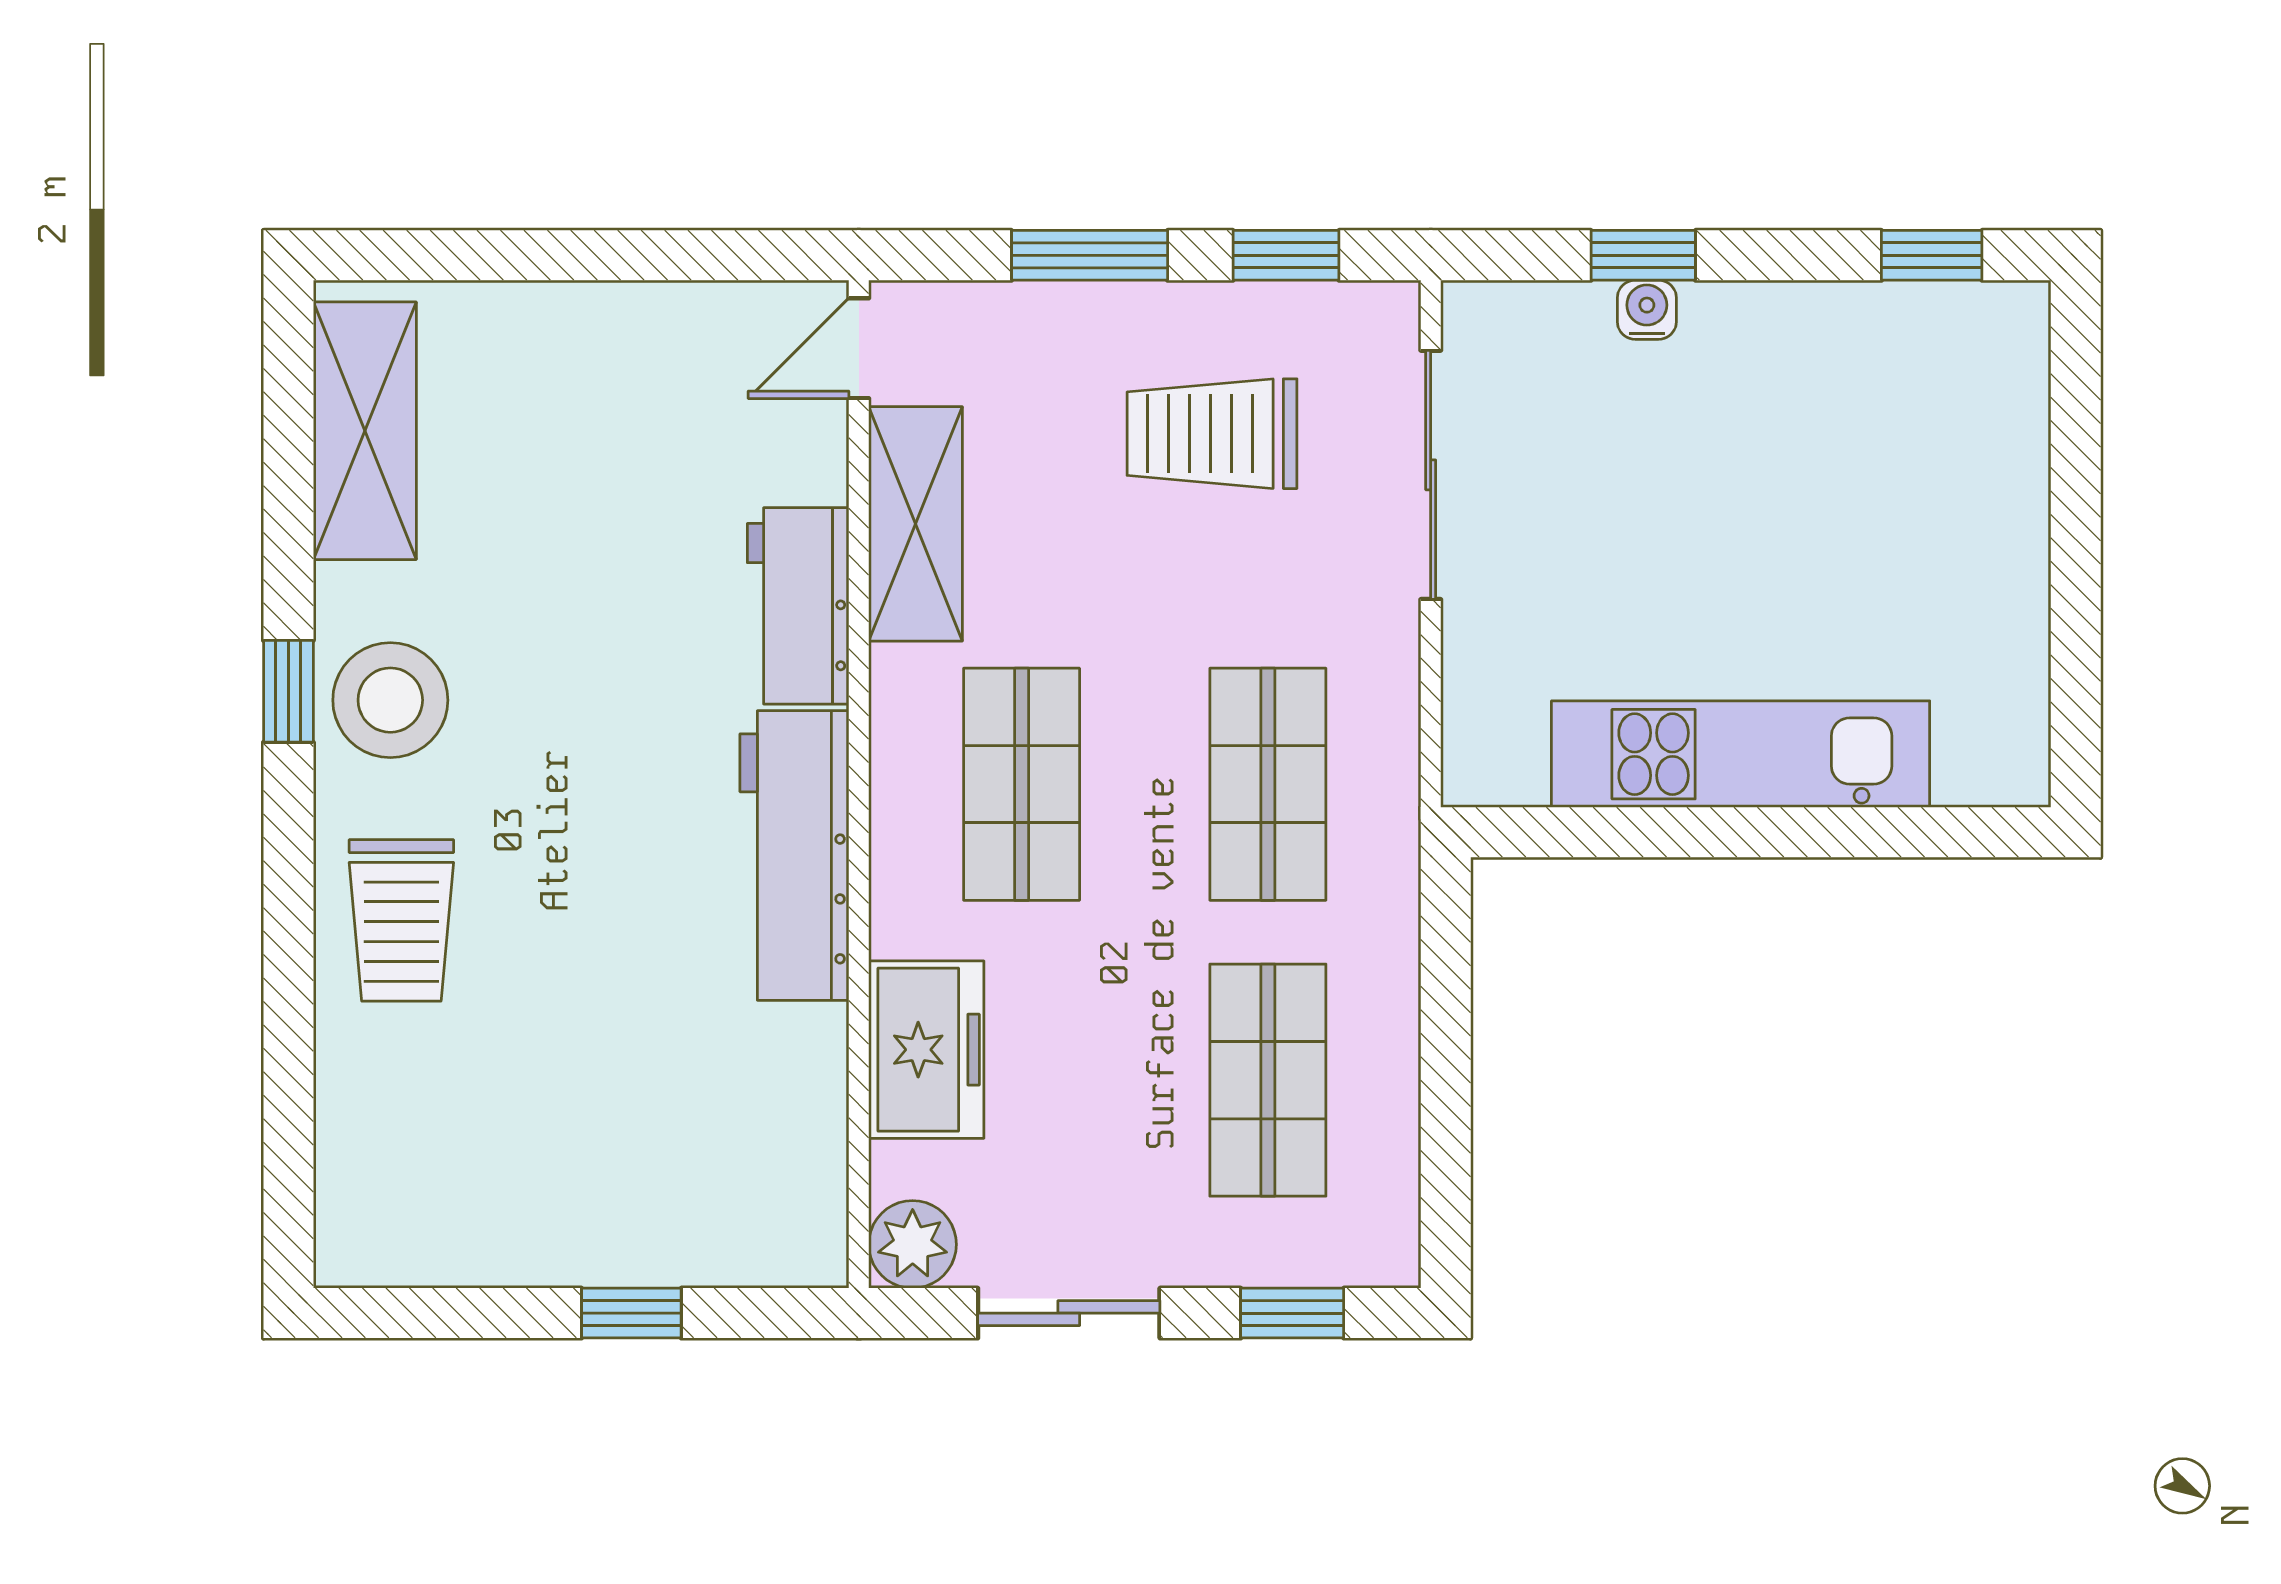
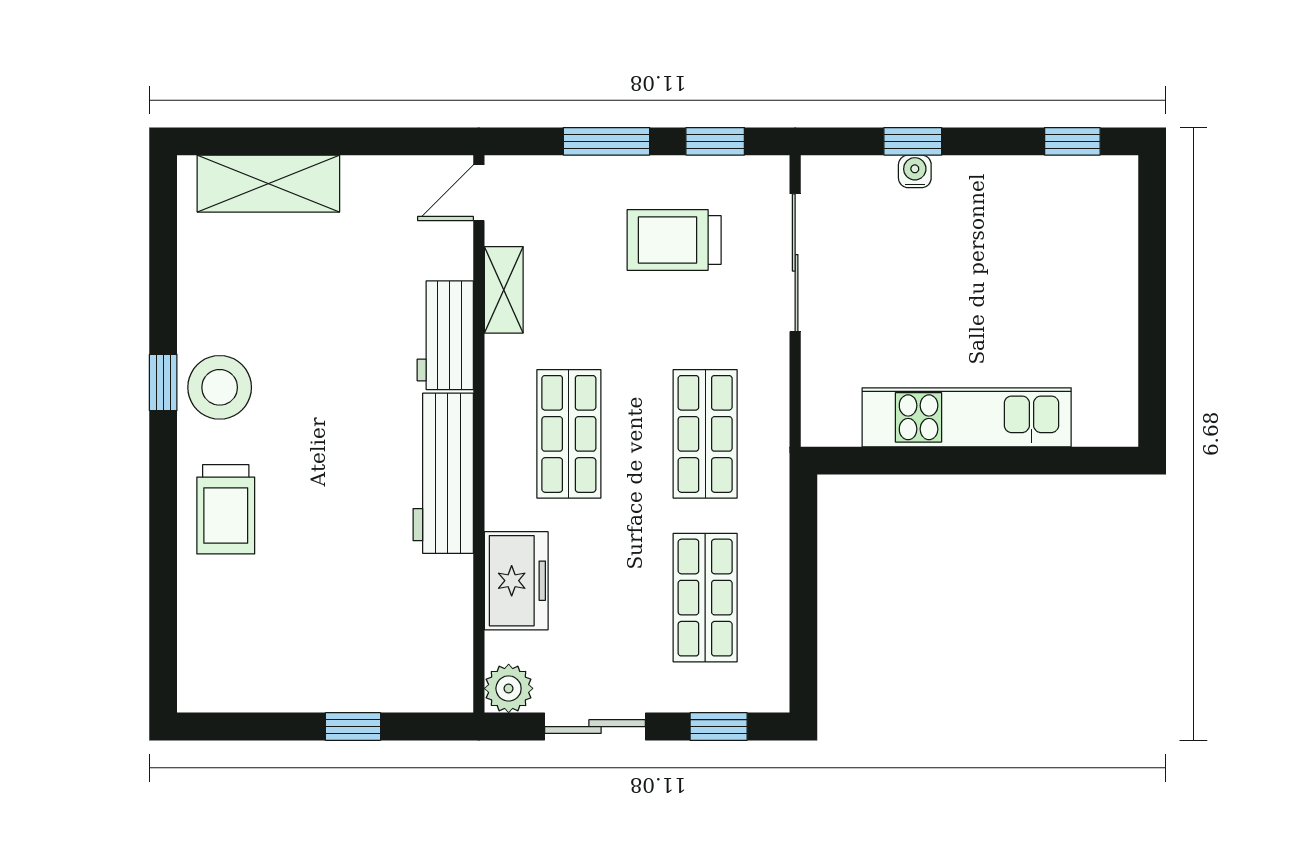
shelving: (365, 431) -> (268, 184), moved, turned 90
shelving: (916, 524) -> (504, 290), width x0.67, depth x0.75

